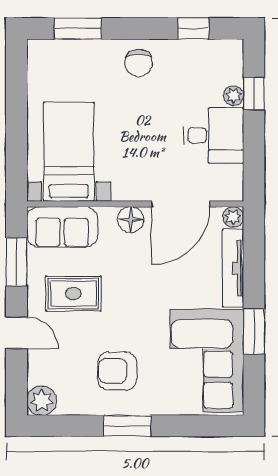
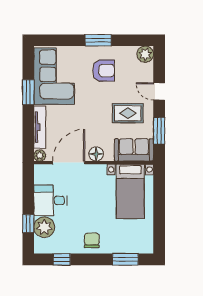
plant: (234, 96) -> (44, 227), width x1.88, depth x1.88

